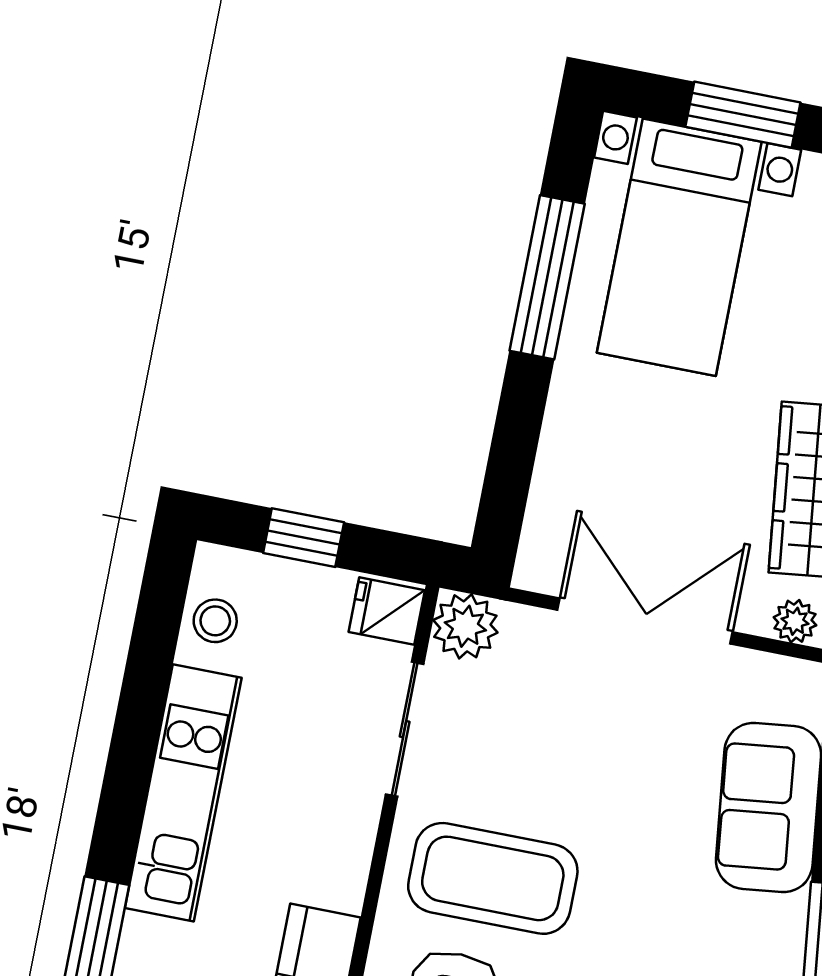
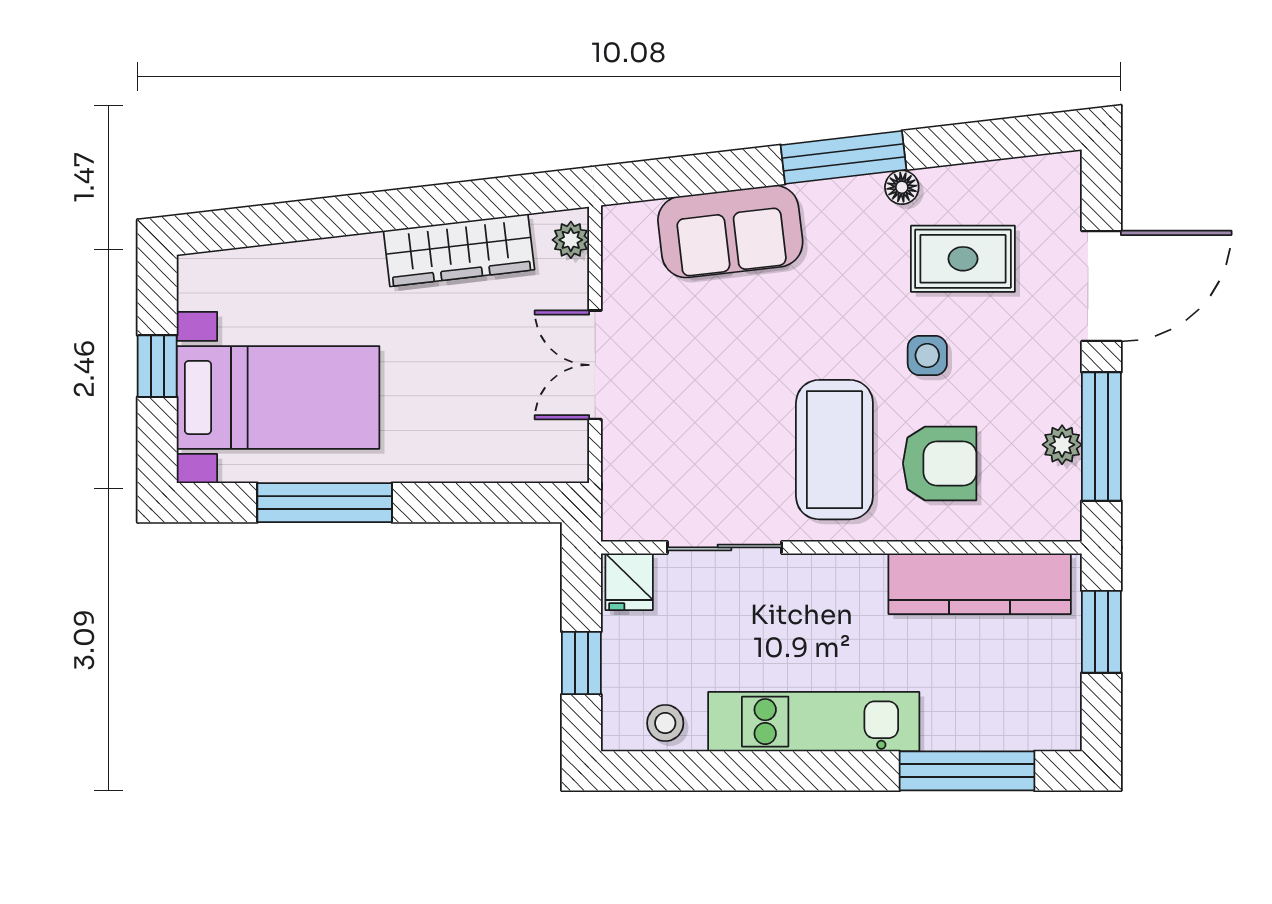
window: (743, 115) -> (157, 366), width x0.67
double door: (645, 621) -> (595, 365), width x0.73
plant: (465, 626) -> (629, 514), removed

